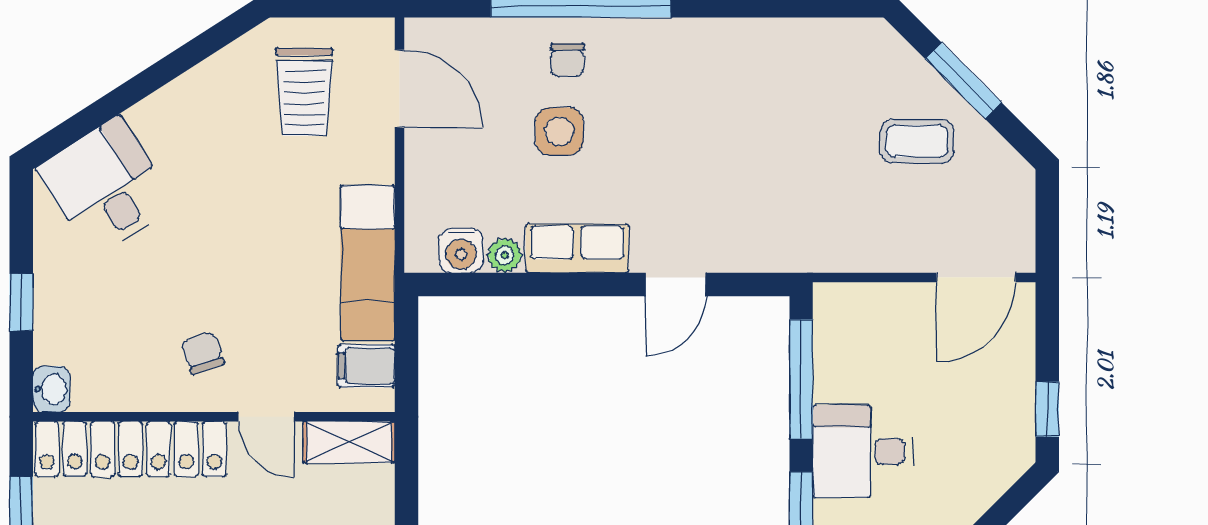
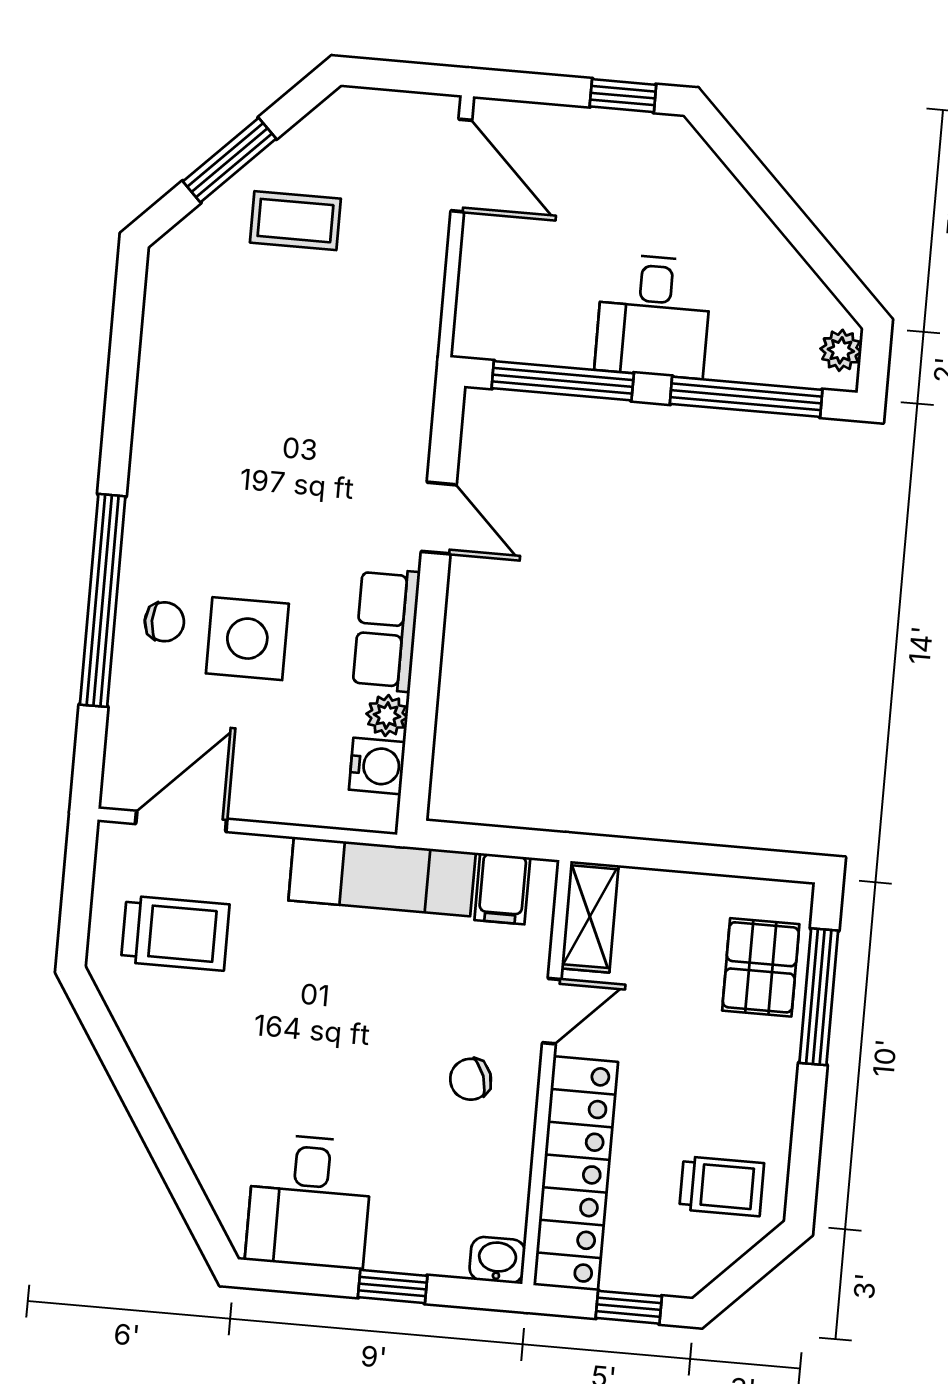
side table: (559, 131) -> (247, 639), width x1.37, depth x1.37
coffee table: (917, 141) -> (295, 221), turned 90
desk: (106, 187) -> (309, 1201), moved, turned -57

